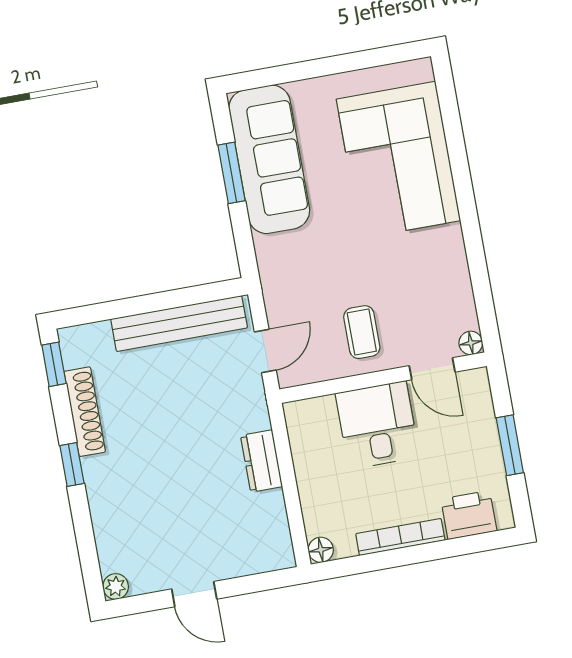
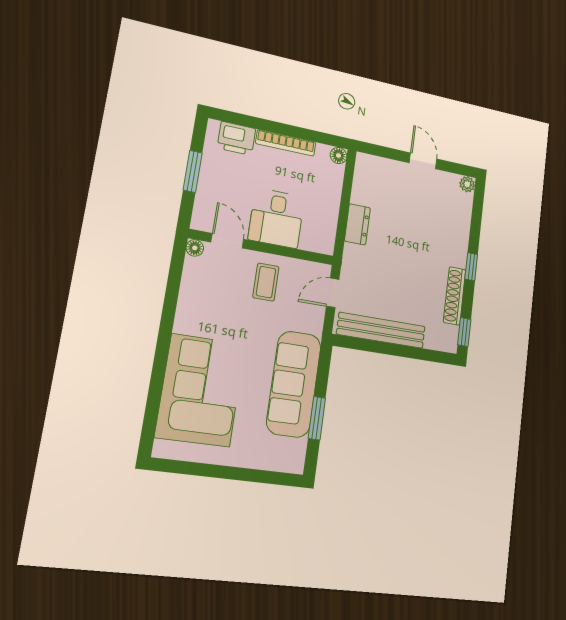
sofa: (269, 159) -> (294, 384), moved

